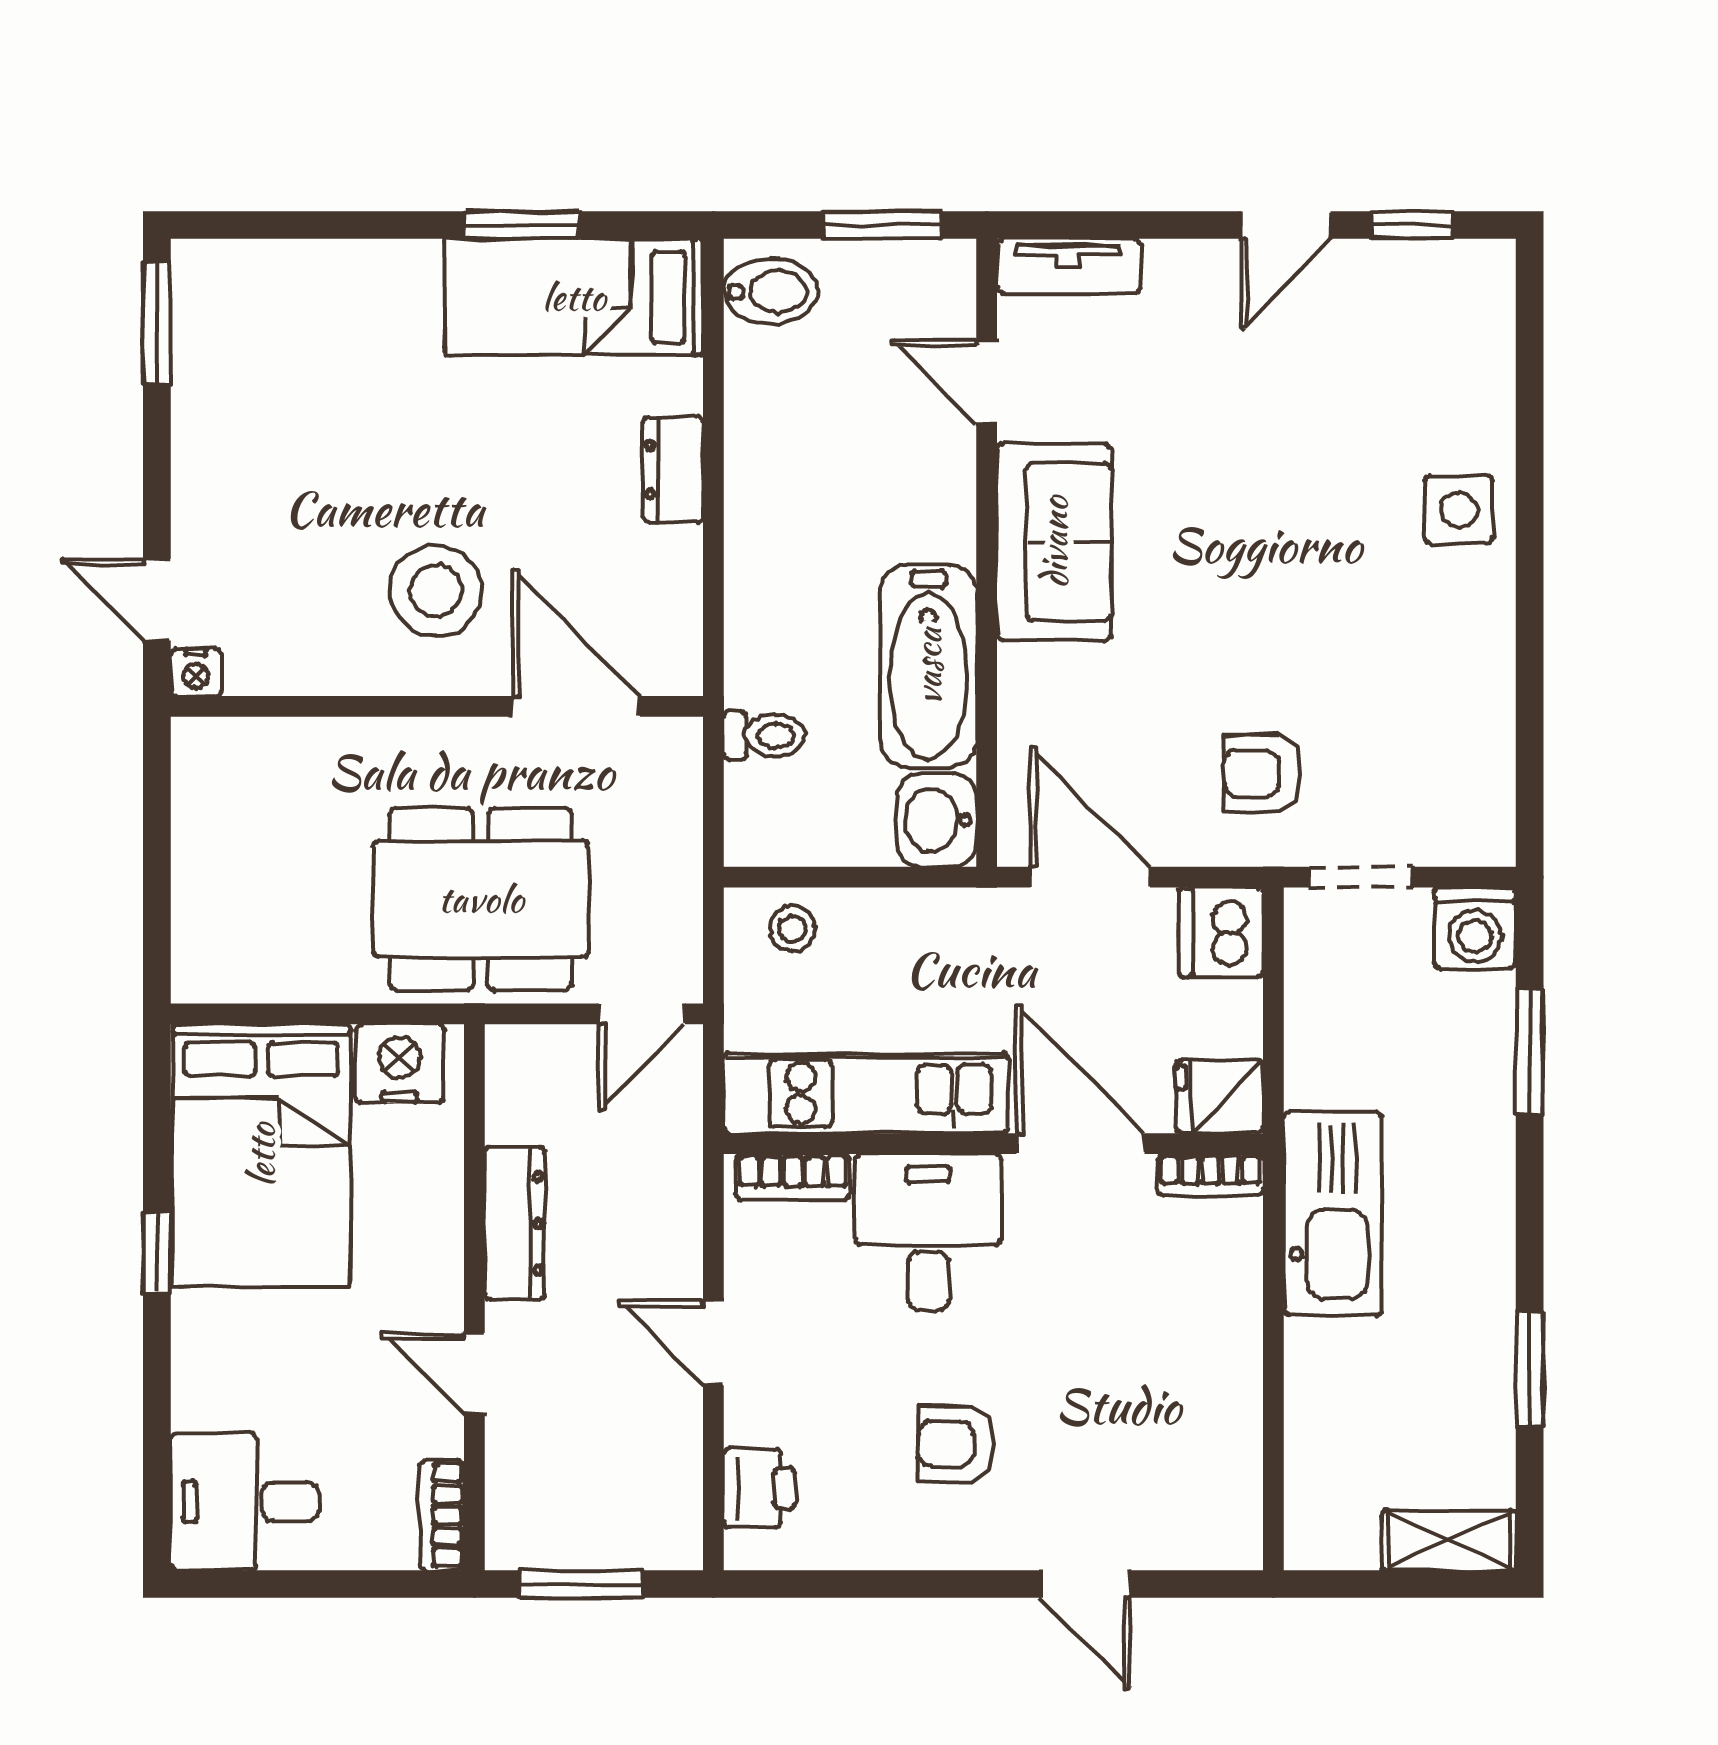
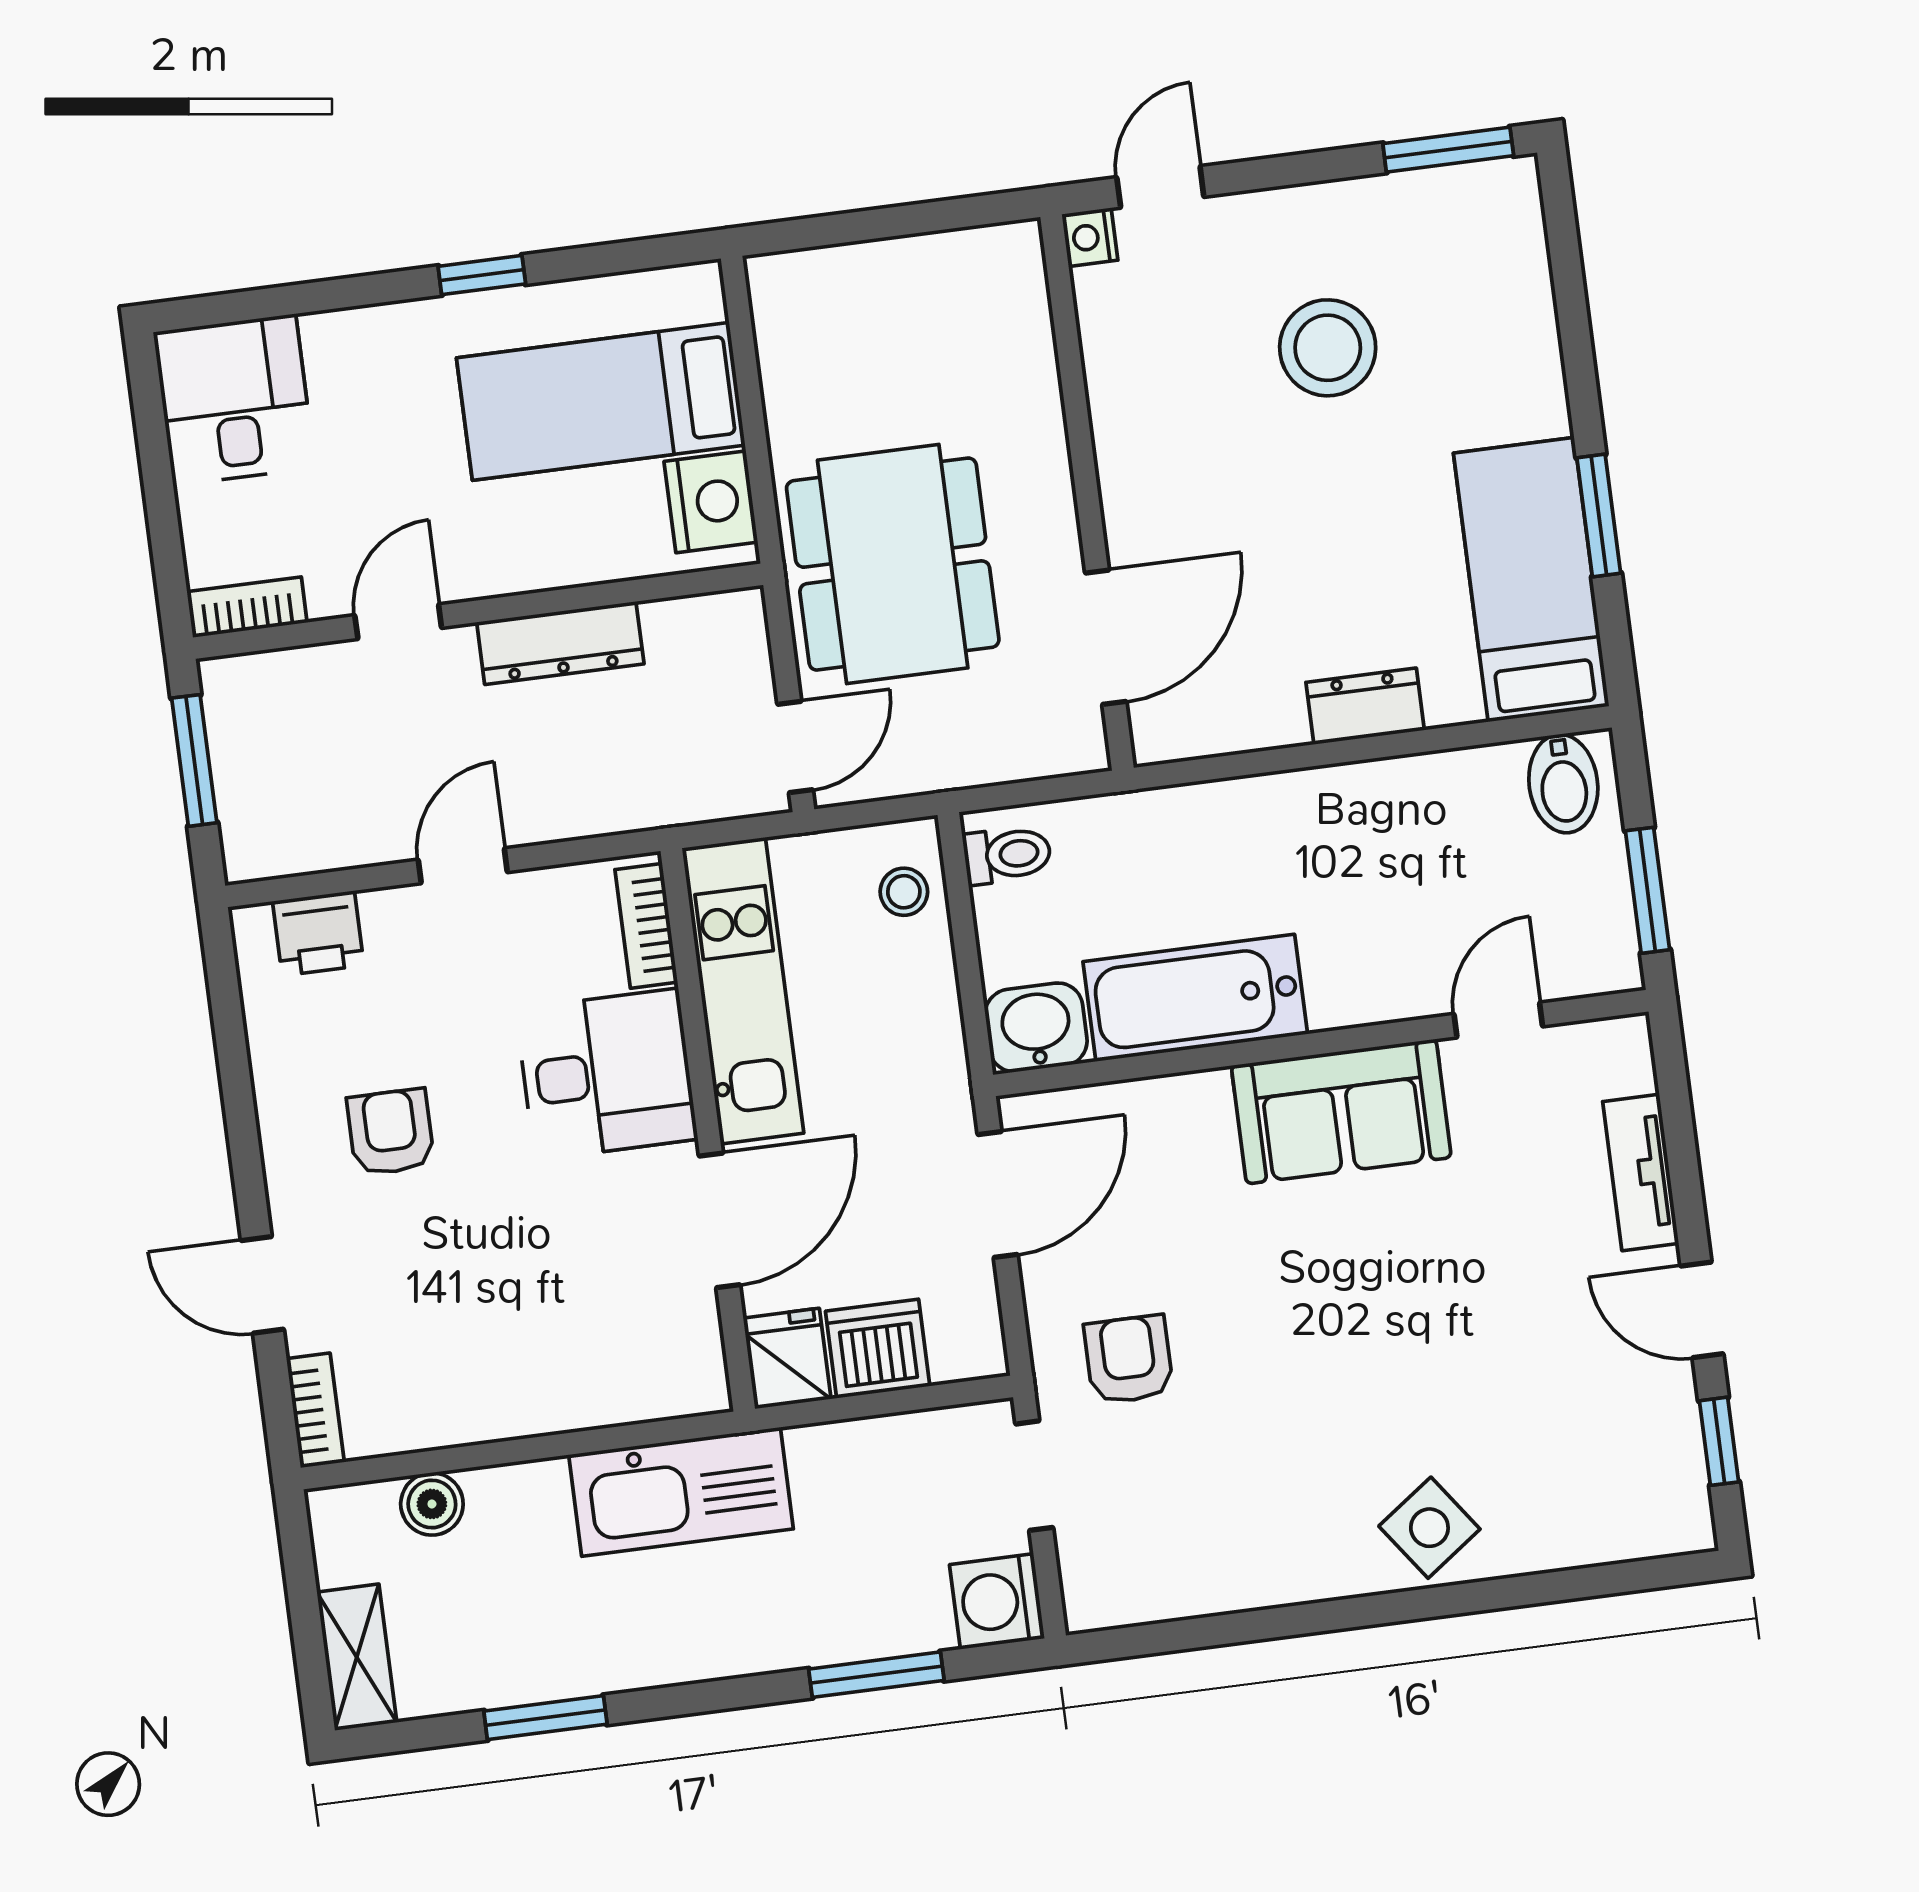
tv unit: (1069, 266) -> (1641, 1173), moved
side table: (1458, 510) -> (1429, 1528), turned -36
stool: (435, 591) -> (1328, 348), moved
toilet: (764, 736) -> (1007, 855), moved, turned -90
dishwasher: (1221, 932) -> (878, 1349), moved
door: (642, 1014) -> (795, 747), swing flipped
bed: (261, 1155) -> (601, 401), width x0.67
bookcase: (1211, 1175) -> (315, 1410), moved, turned 180
boiler: (1314, 1451) -> (432, 1504), added
door: (1085, 1584) -> (262, 1285), hinge flipped

